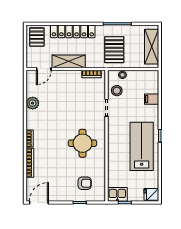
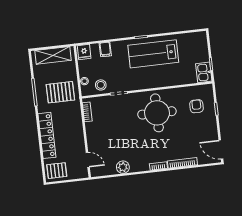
shelving: (69, 61) -> (77, 136), removed
round table: (83, 143) -> (157, 113), width x1.36, depth x1.36
fridge: (151, 194) -> (84, 52), moved

